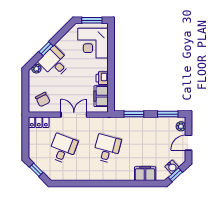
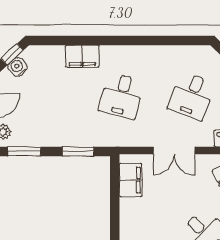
printer: (102, 78) -> (129, 209), removed
filing cabinet: (145, 174) -> (82, 56), moved

